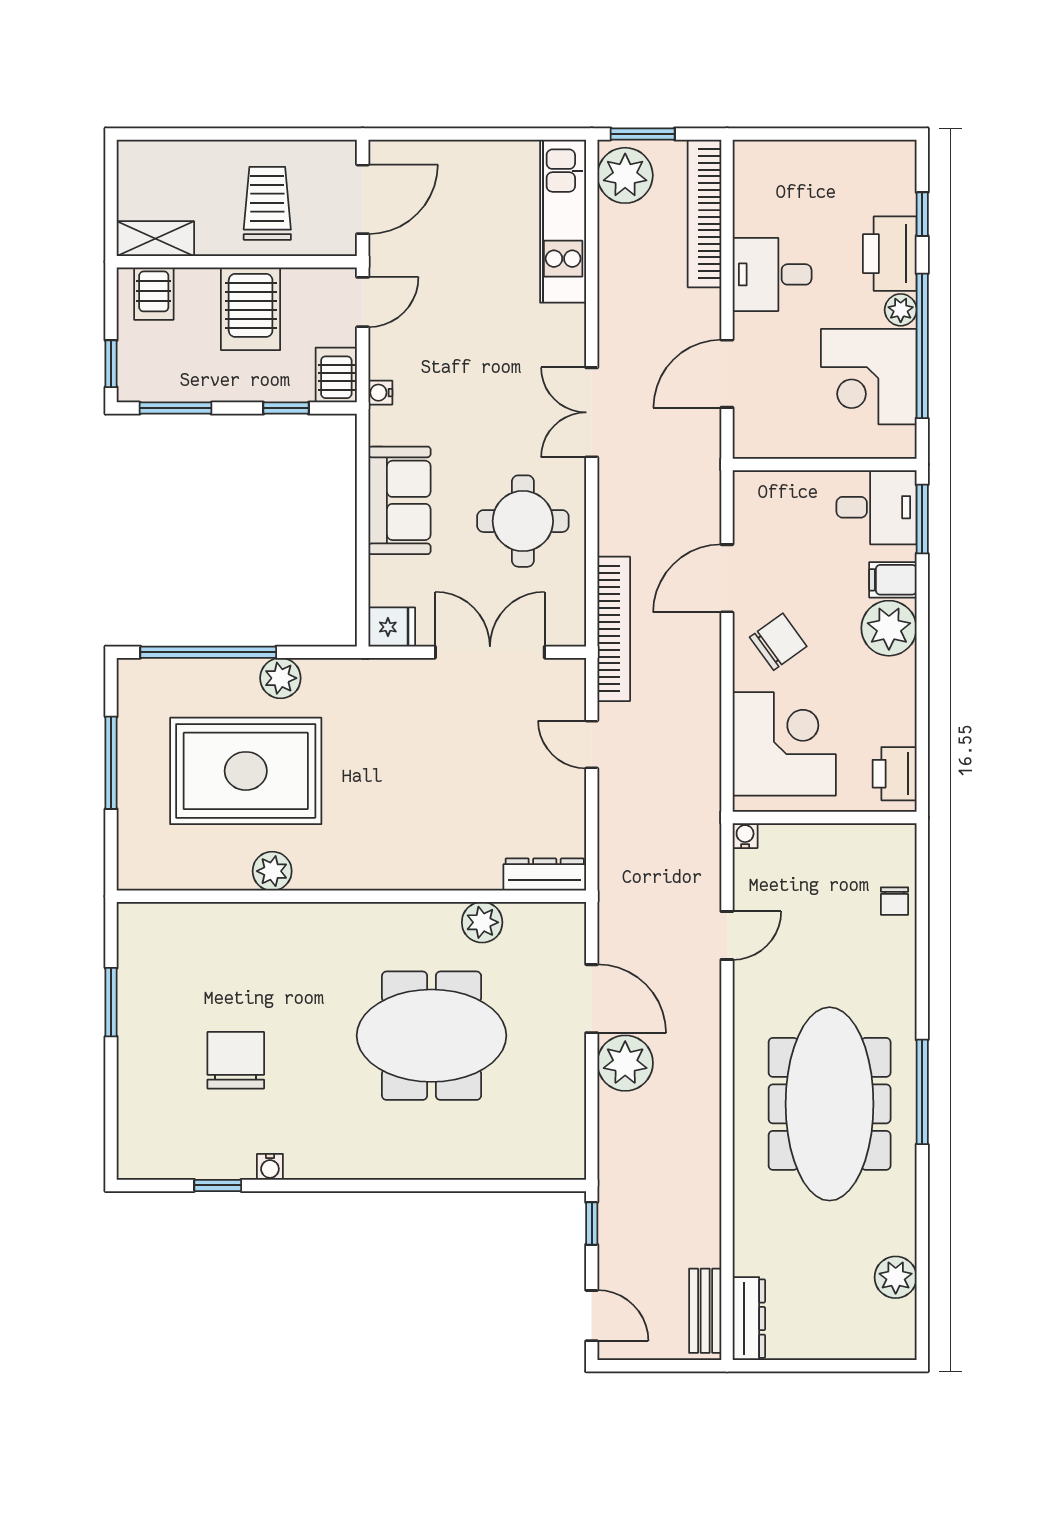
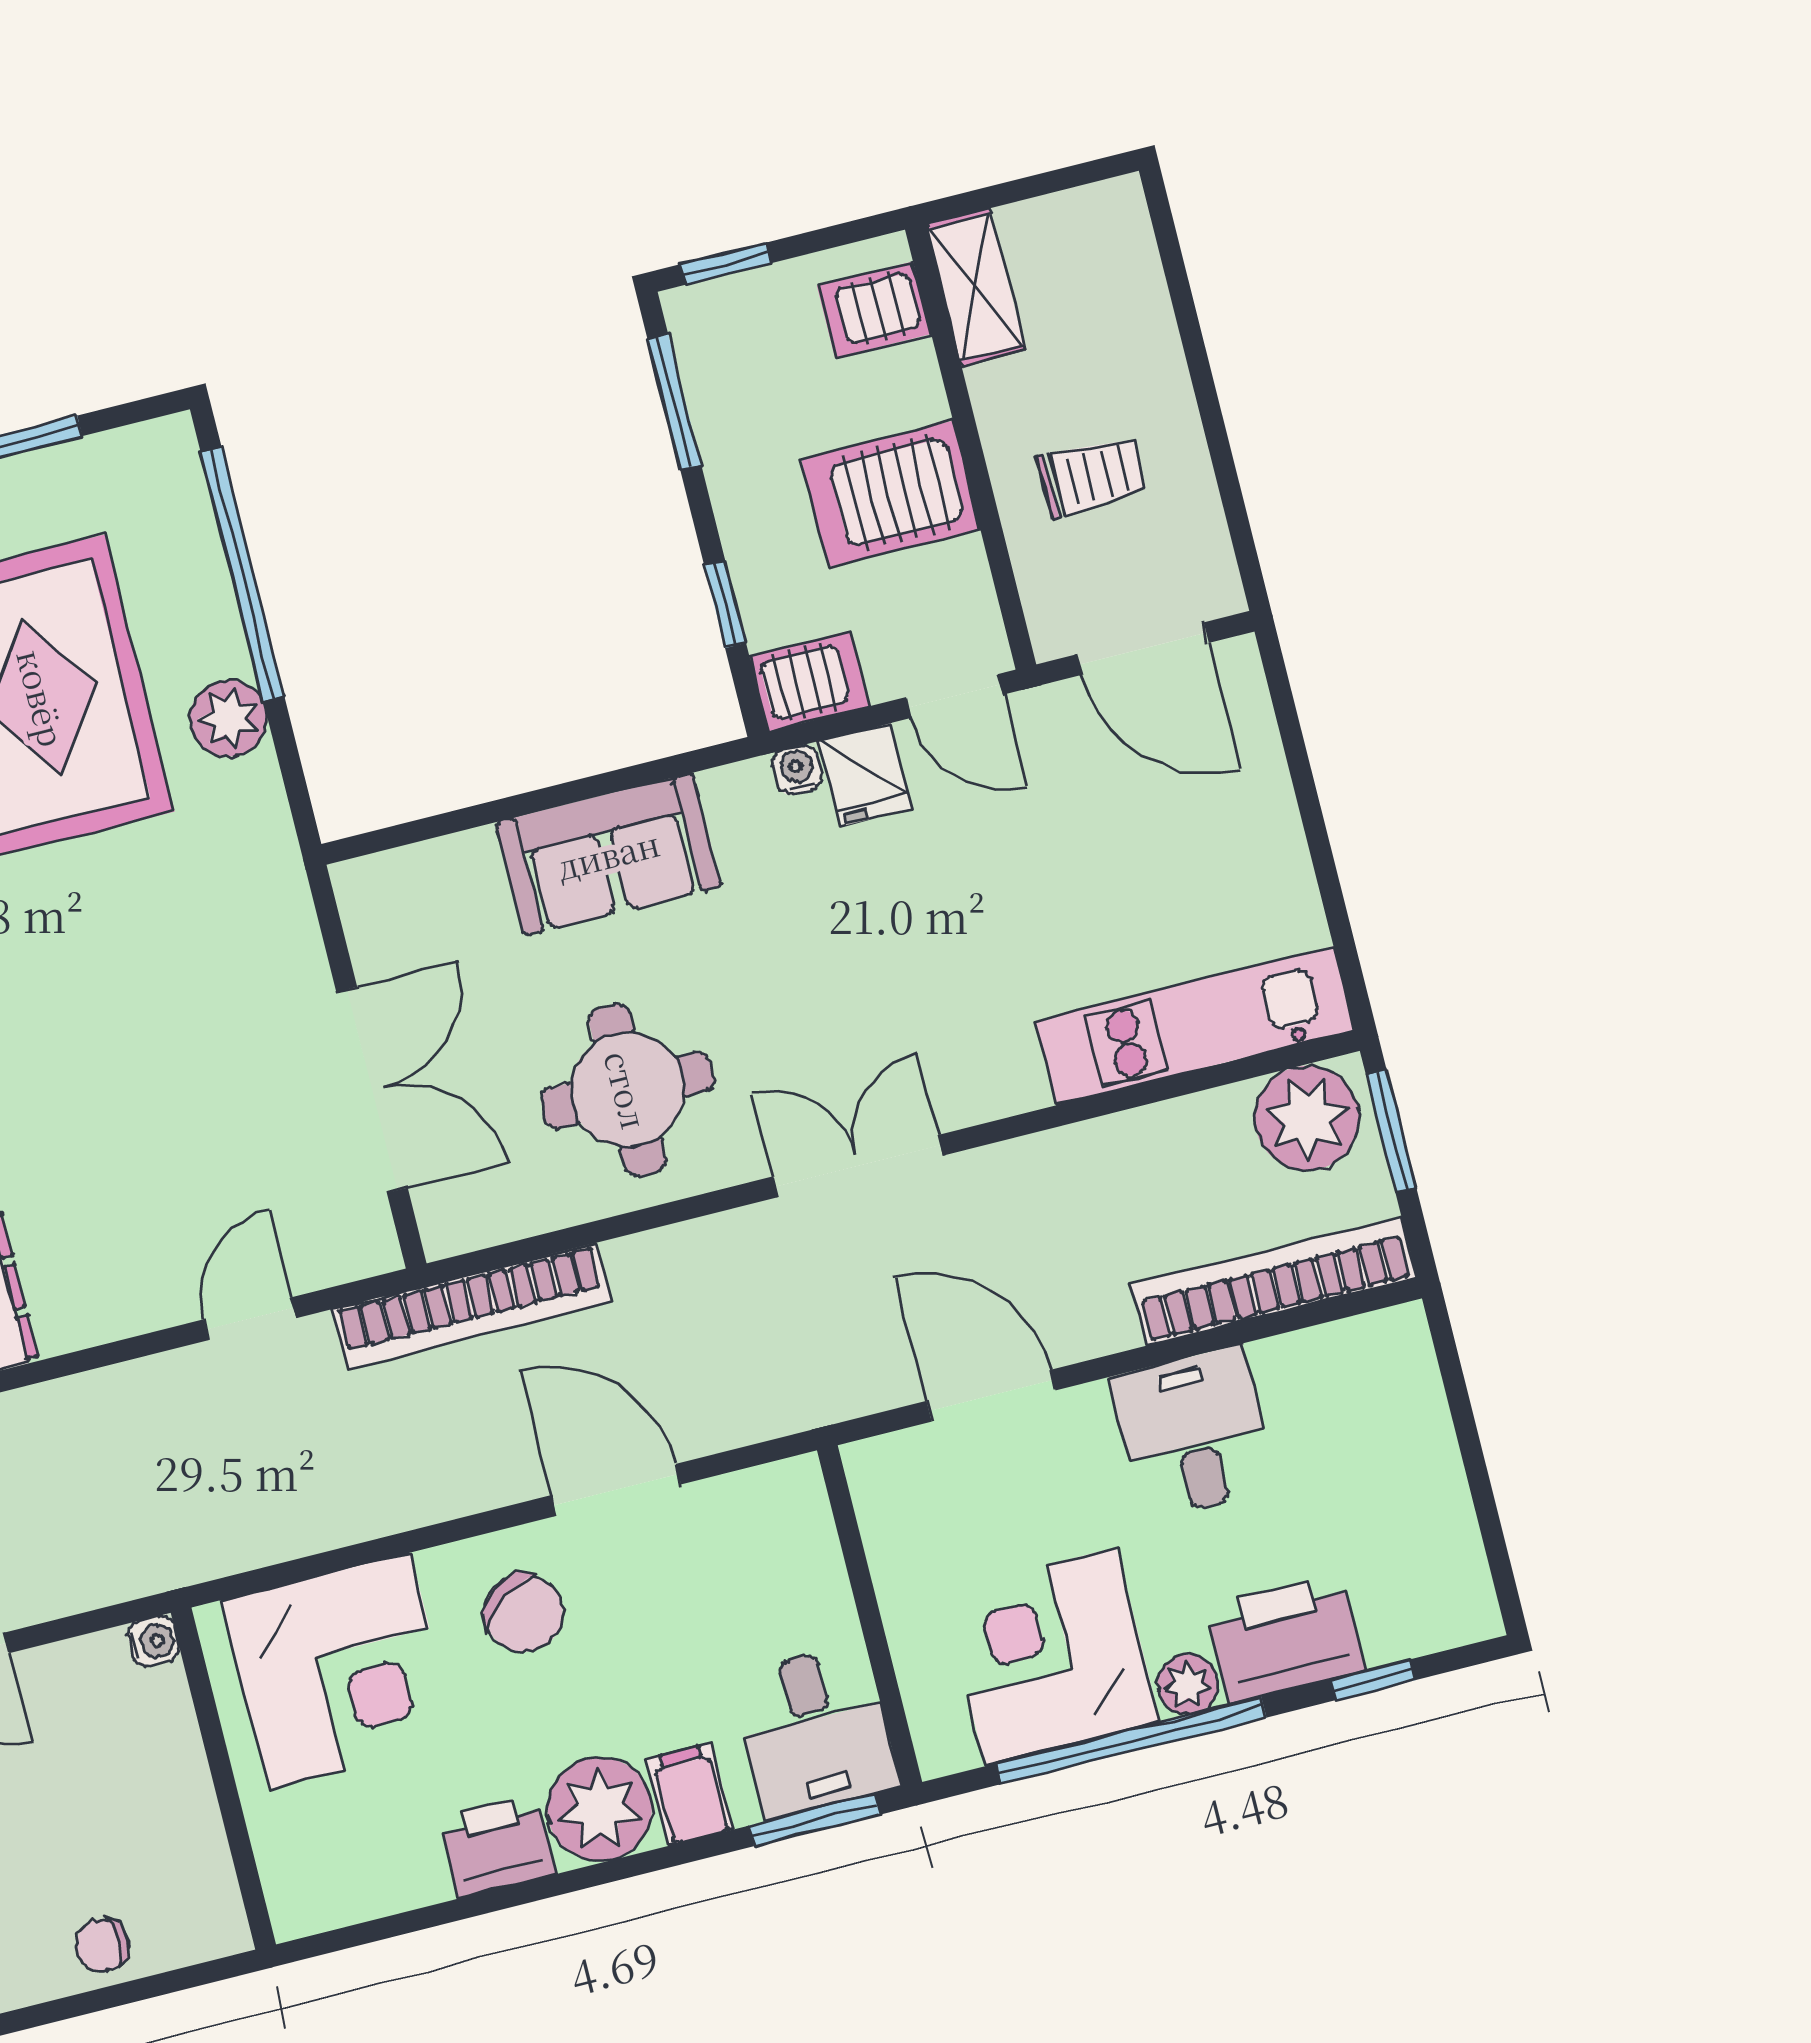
trolley: (267, 203) -> (1091, 476), width x0.73, depth x0.72
fridge: (392, 627) -> (866, 775), moved
printer: (895, 774) -> (497, 1846), moved

